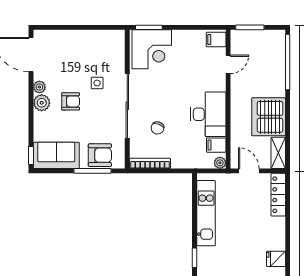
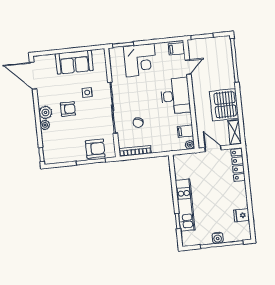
corner desk: (152, 49) -> (140, 60), moved
plant: (39, 87) -> (45, 125), moved
desk: (208, 114) -> (175, 96), moved
sofa: (56, 155) -> (74, 62), moved, turned 180
kitchen unit: (206, 213) -> (185, 205), moved

